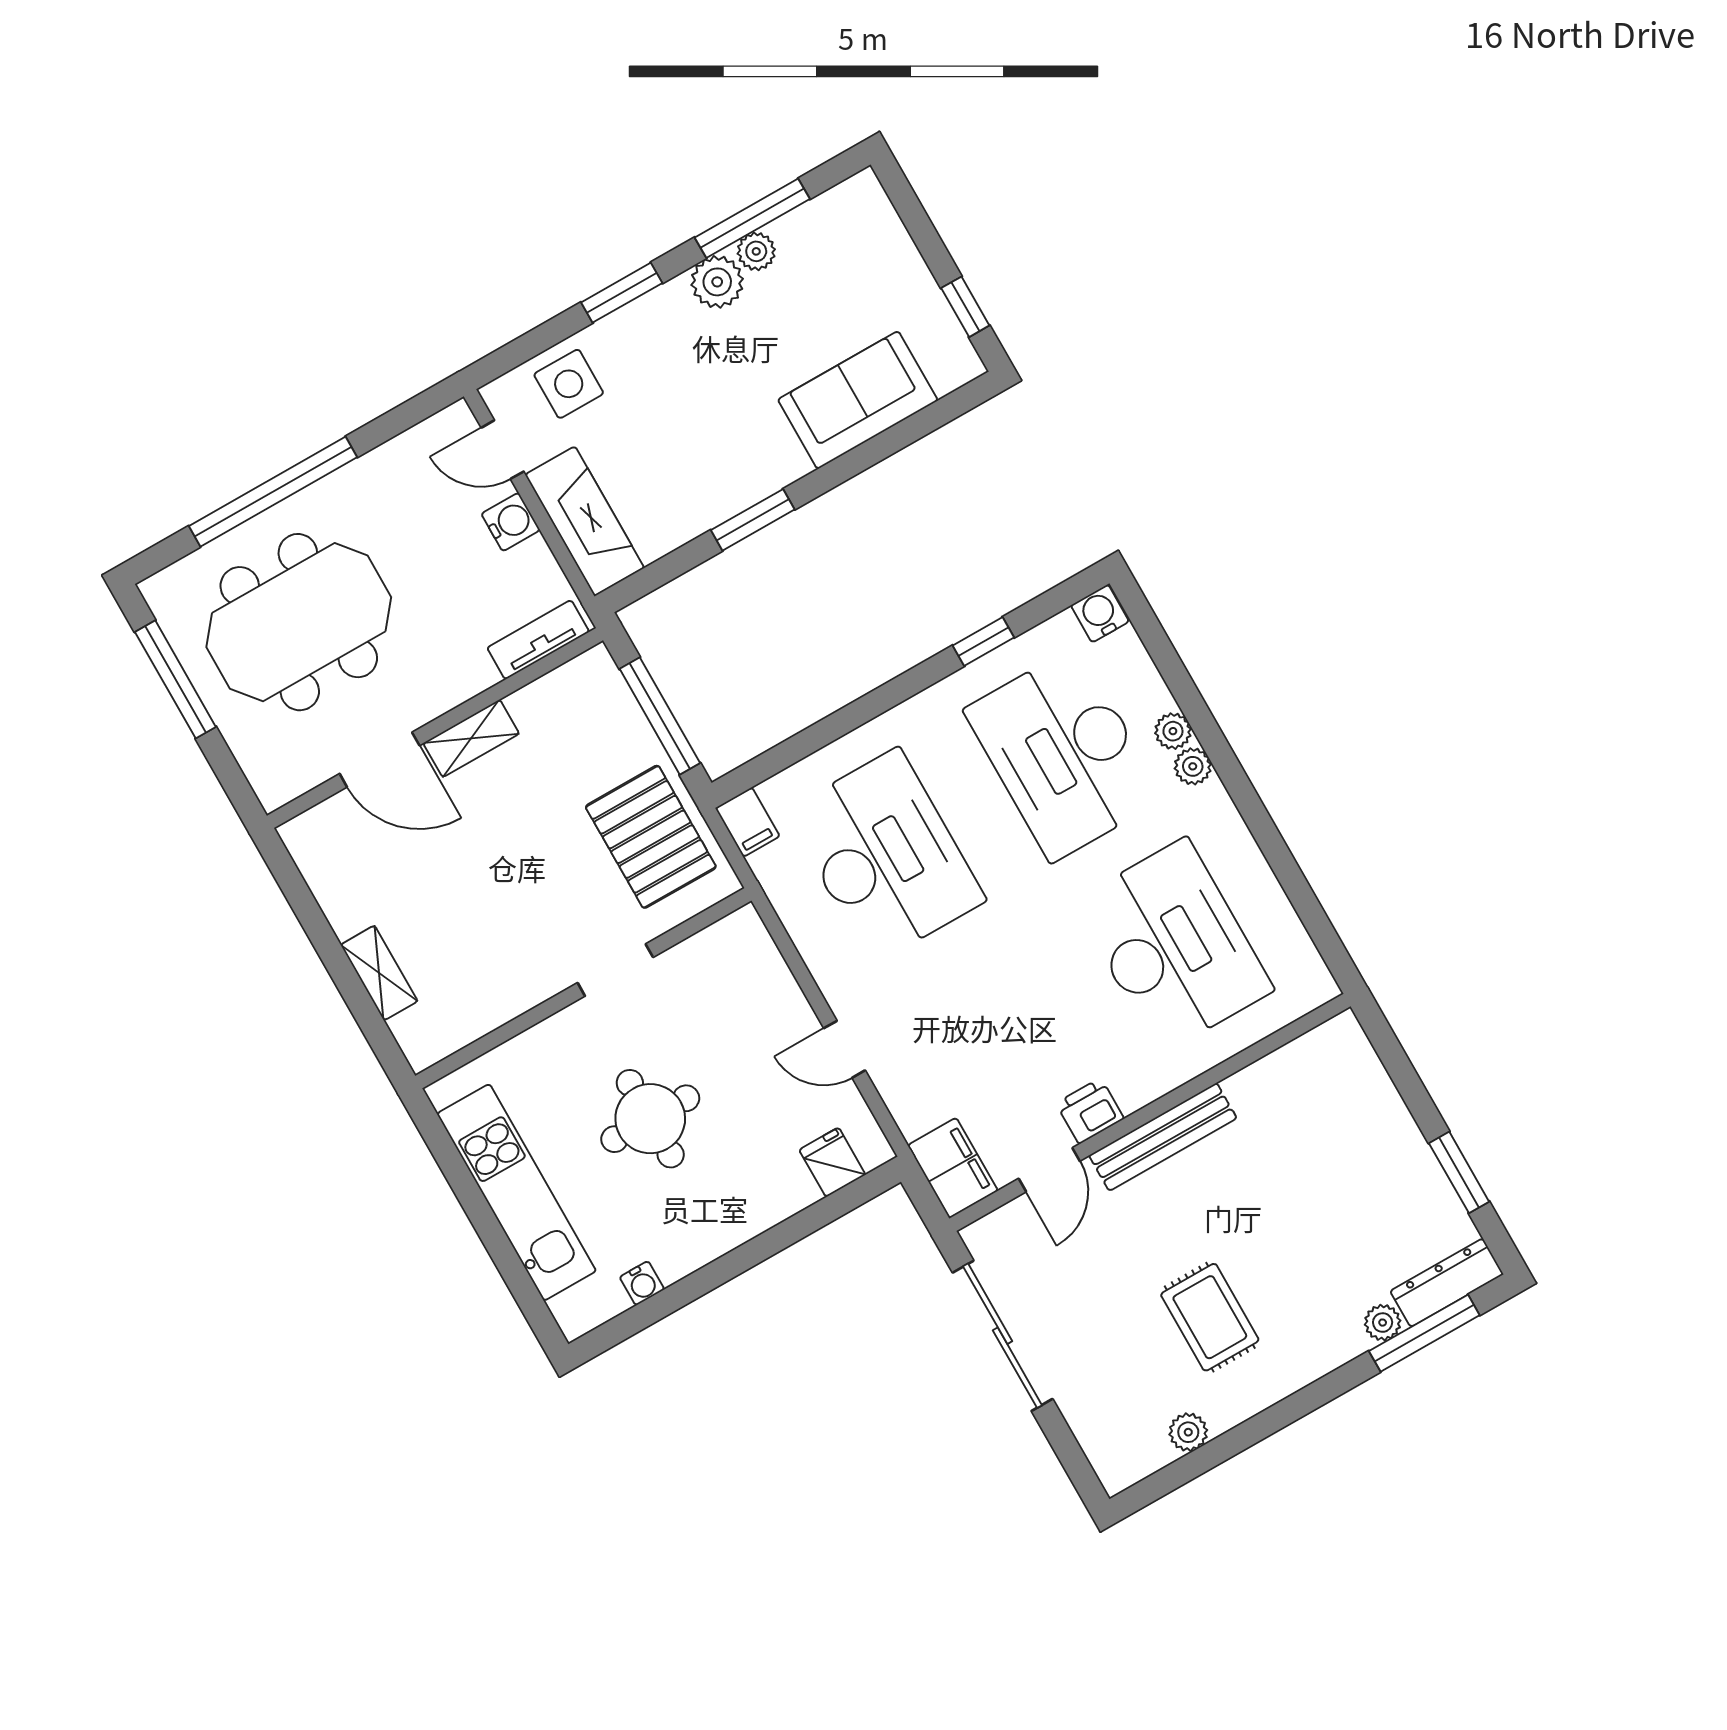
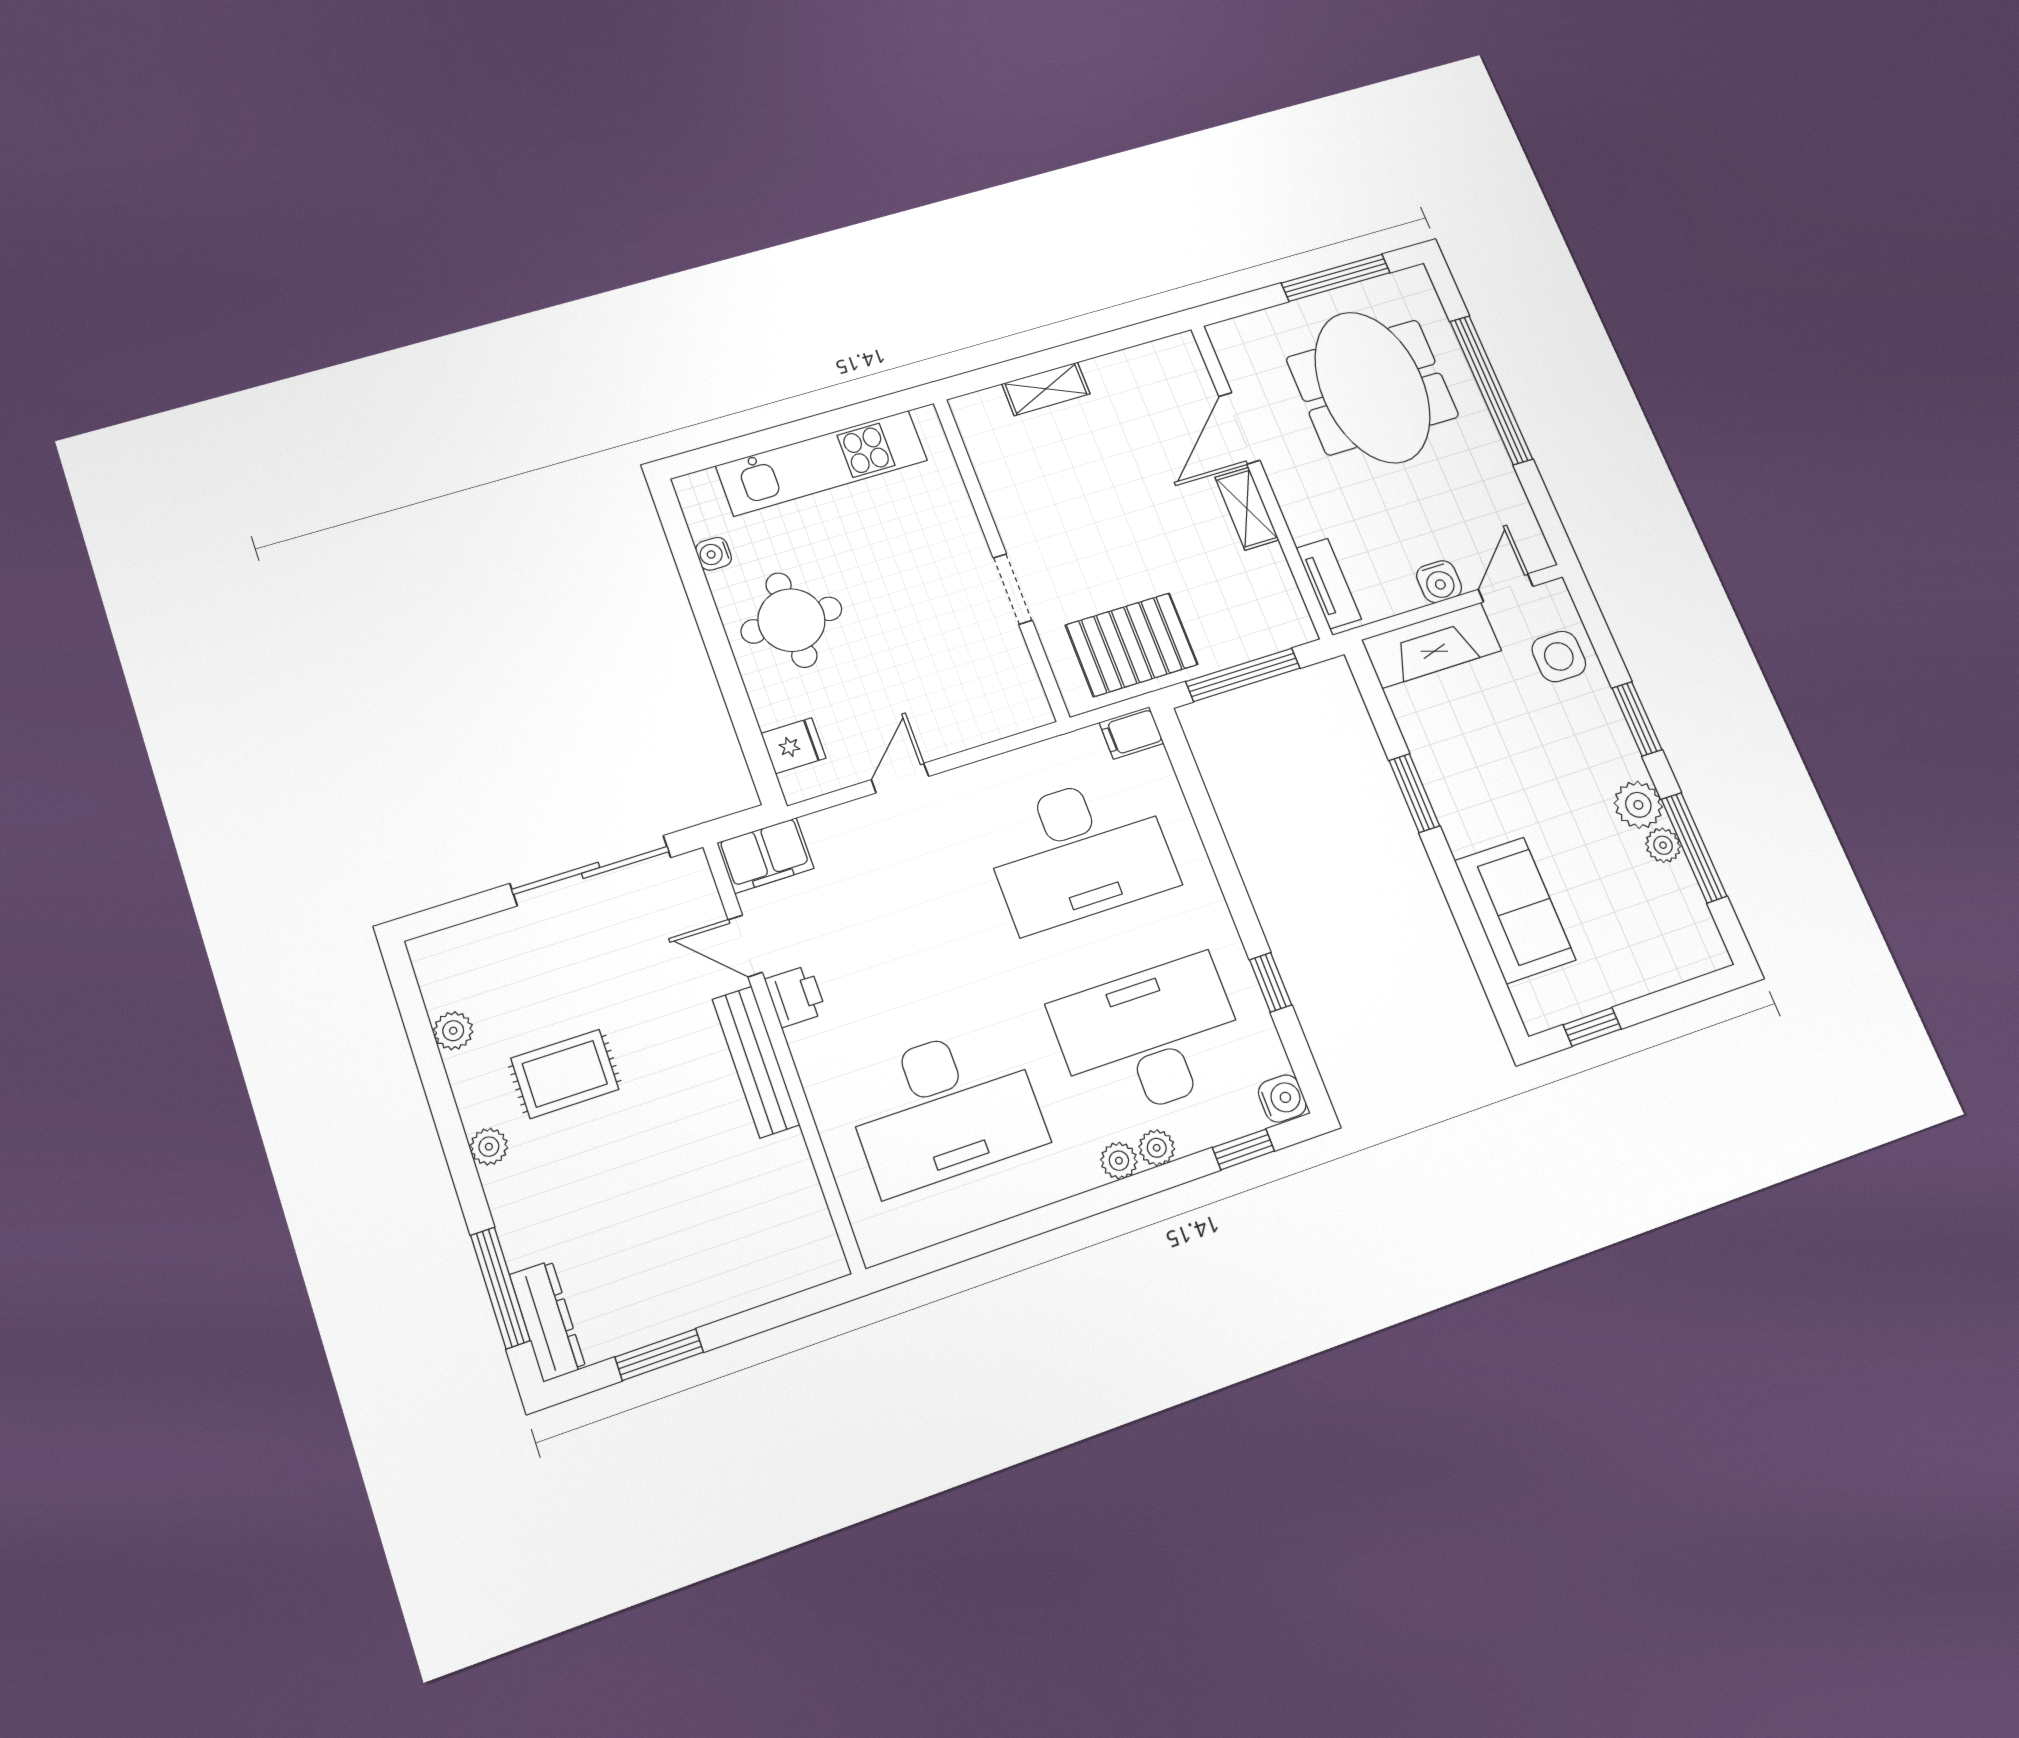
window: (1158, 645) -> (1243, 1149), added
round table: (650, 1119) -> (791, 620), moved
plant: (1383, 1323) -> (489, 1147), moved

